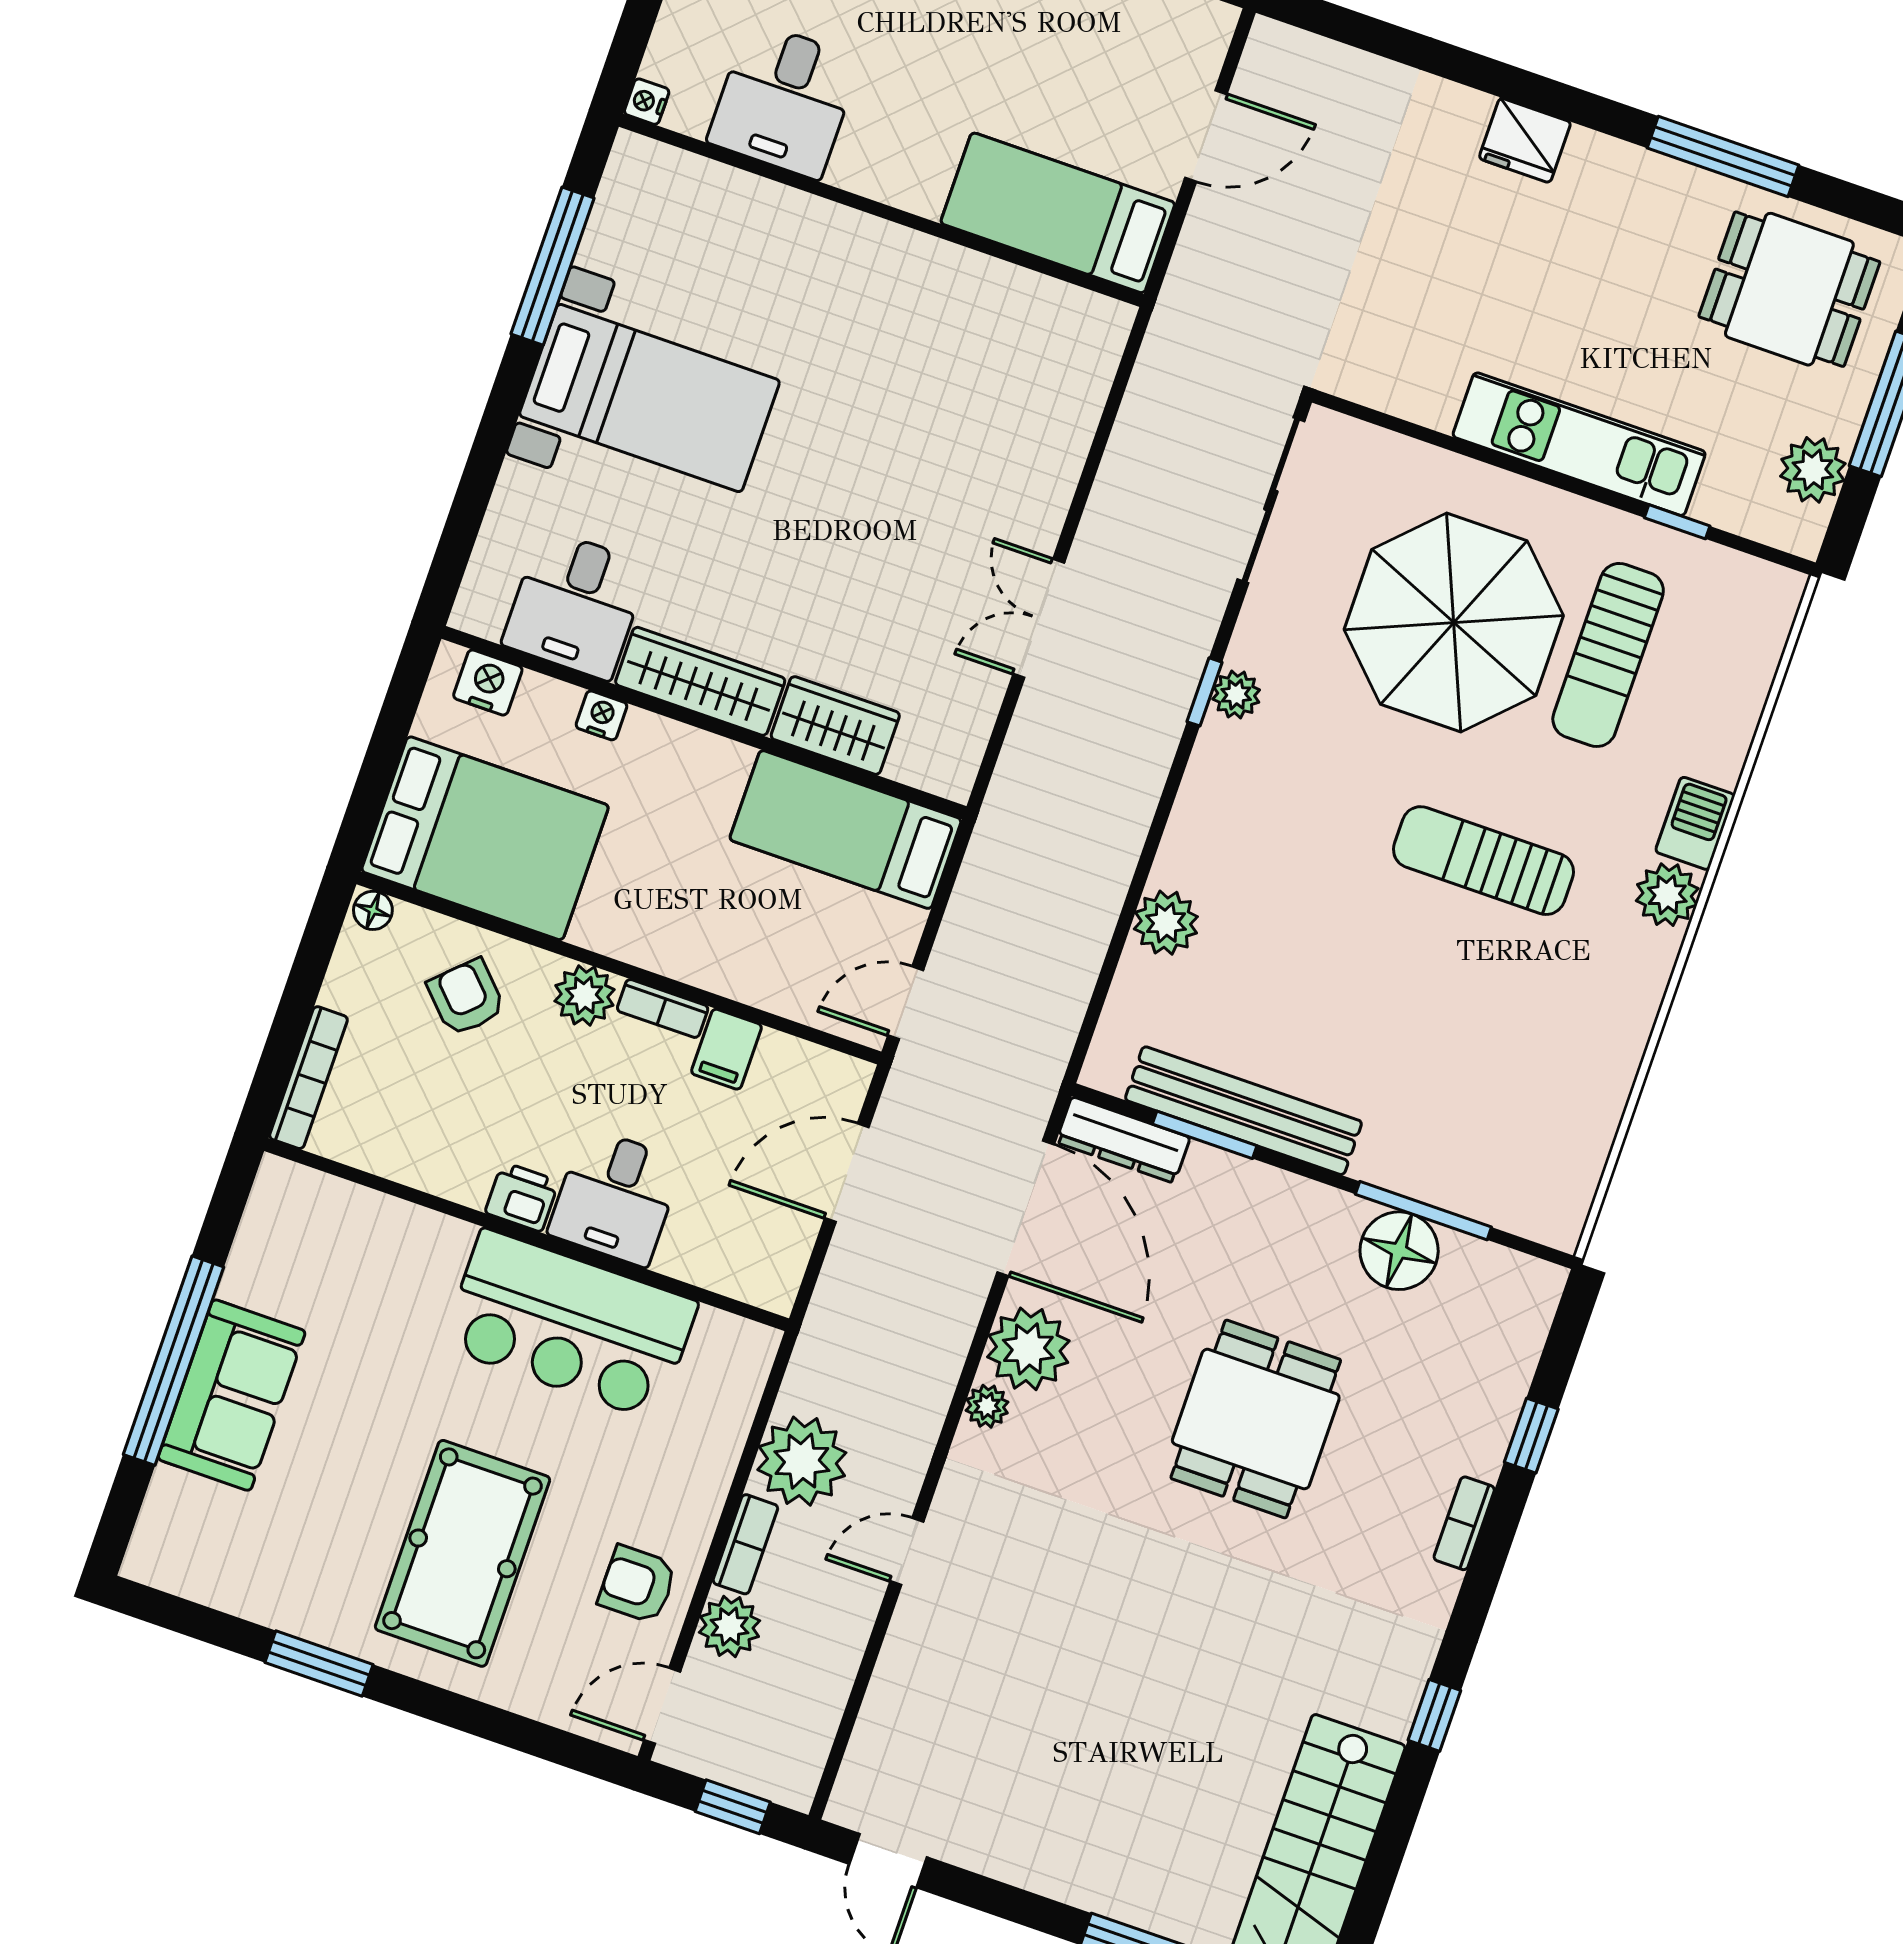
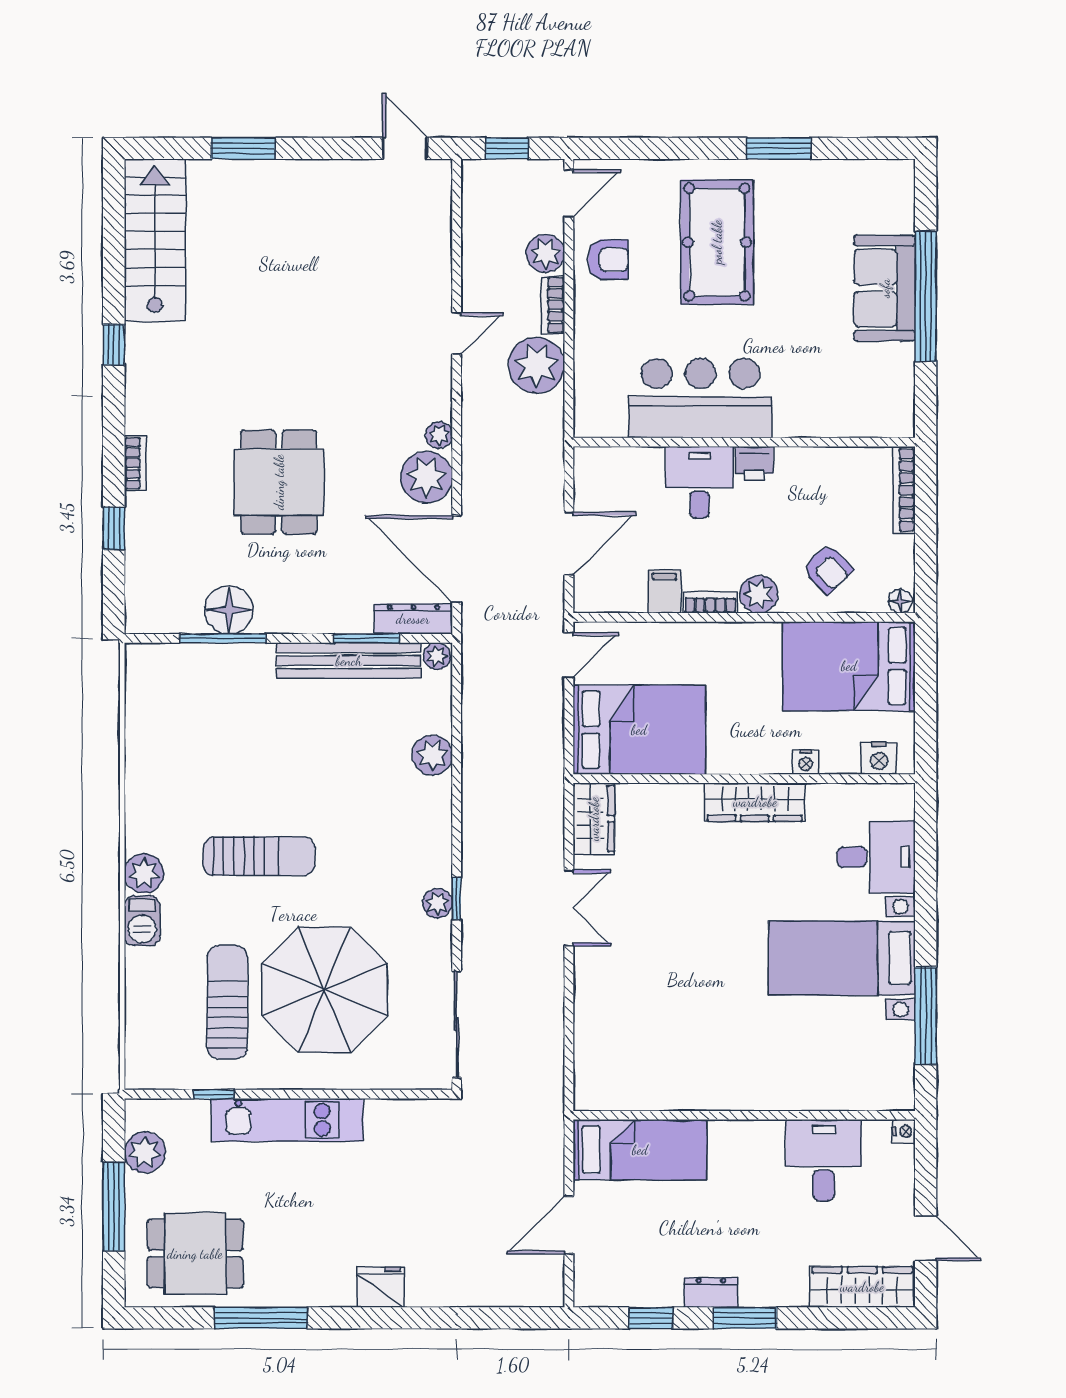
desk: (576, 604) -> (876, 857), moved, turned 90
wardrobe: (835, 726) -> (594, 819), moved, turned -90
bed: (846, 830) -> (639, 730), width x1.50
plant: (1107, 1071) -> (437, 656), added

